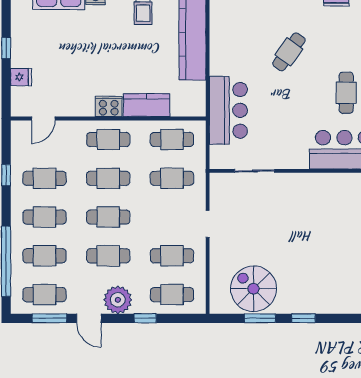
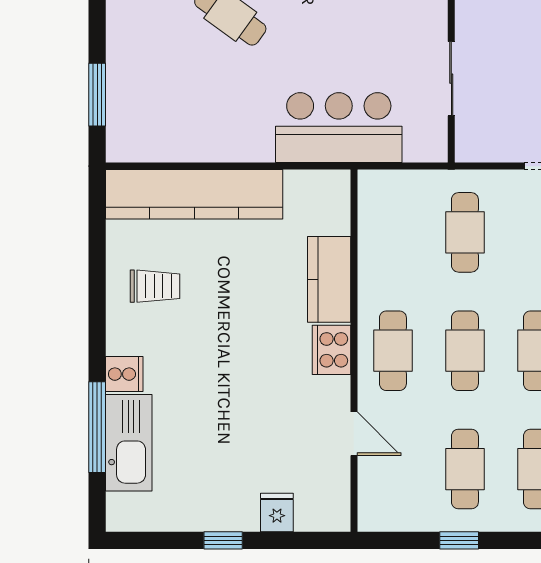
door: (43, 119) -> (354, 434), moved
cafe table: (172, 139) -> (393, 232), removed

